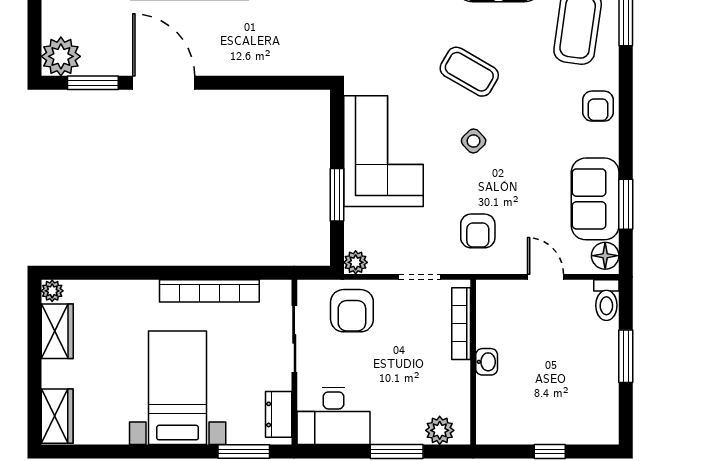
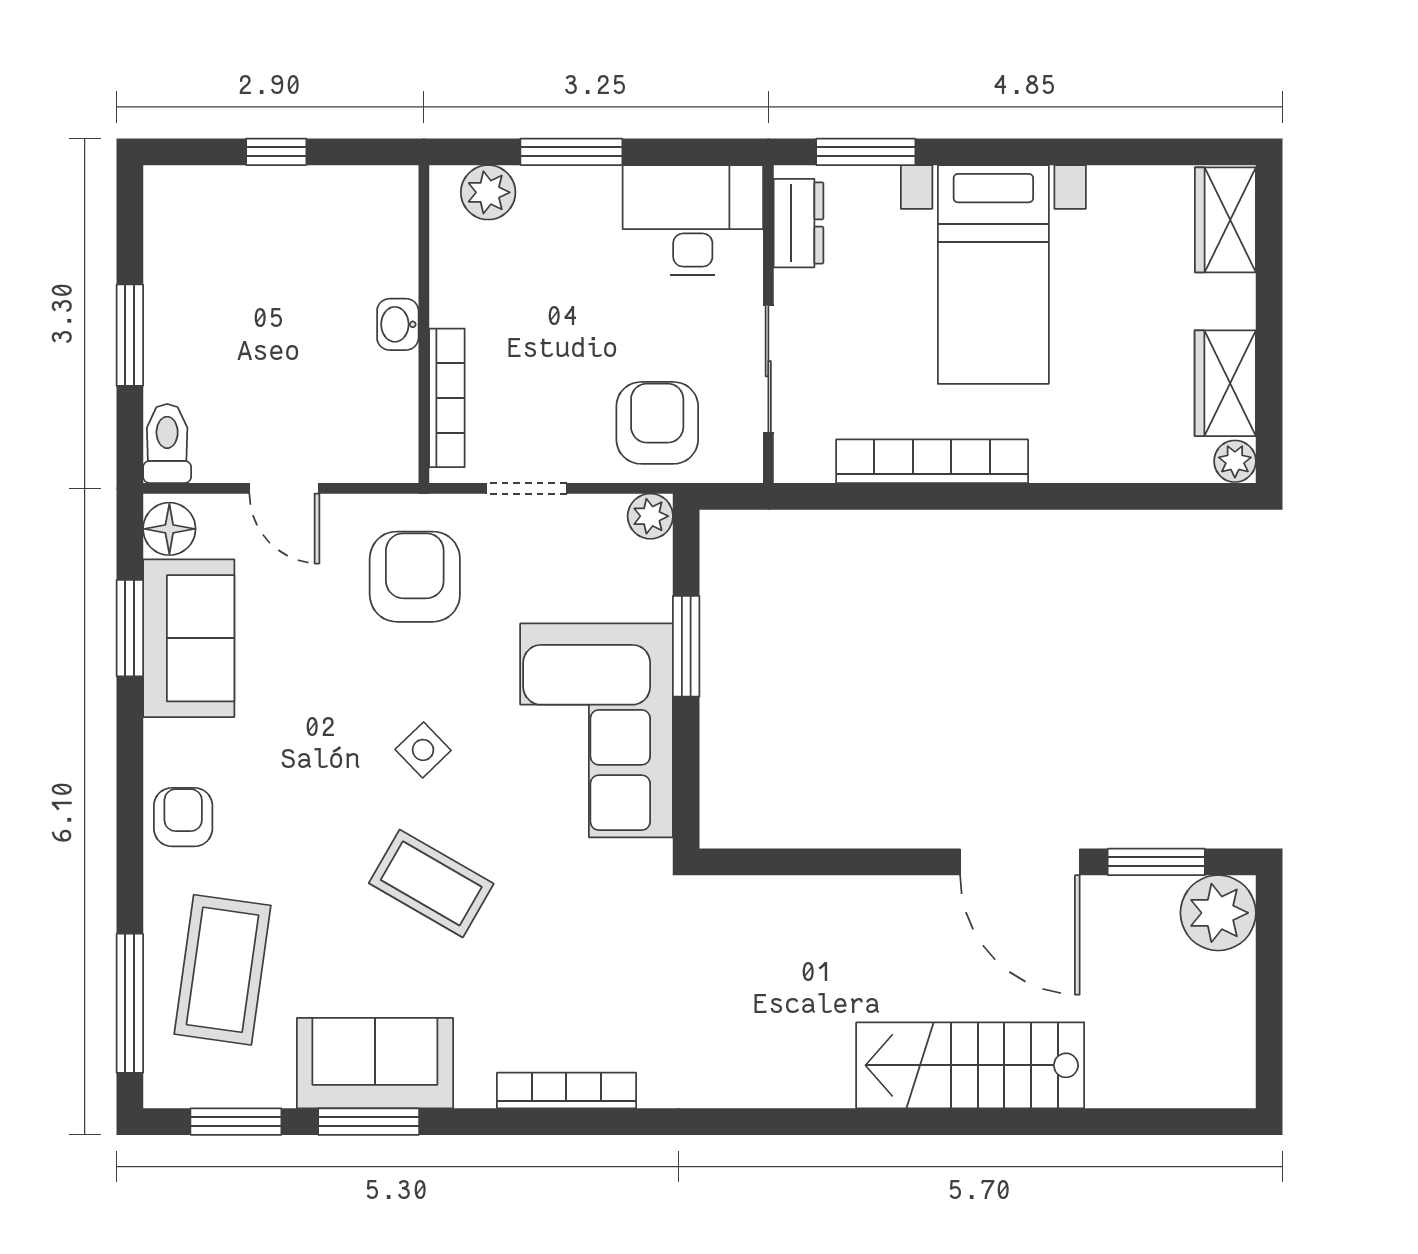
armchair: (478, 231) -> (415, 577), width x1.38, depth x1.38

